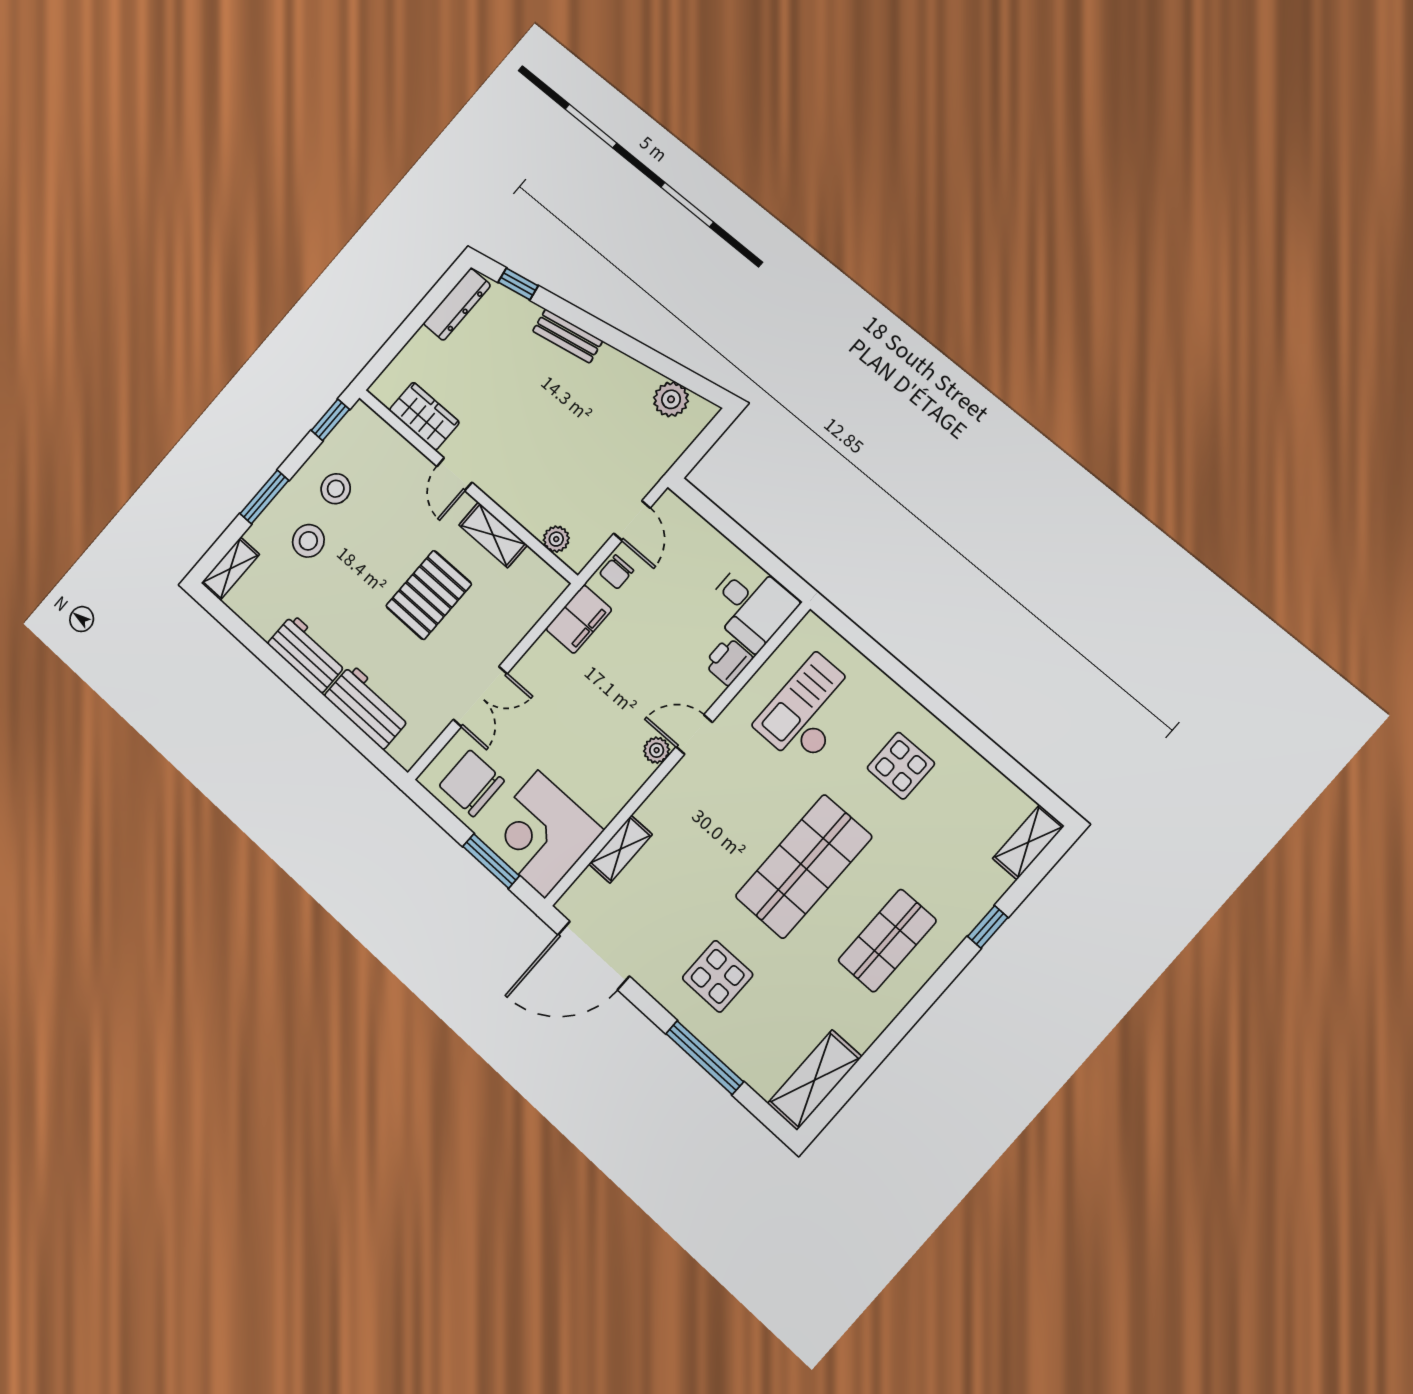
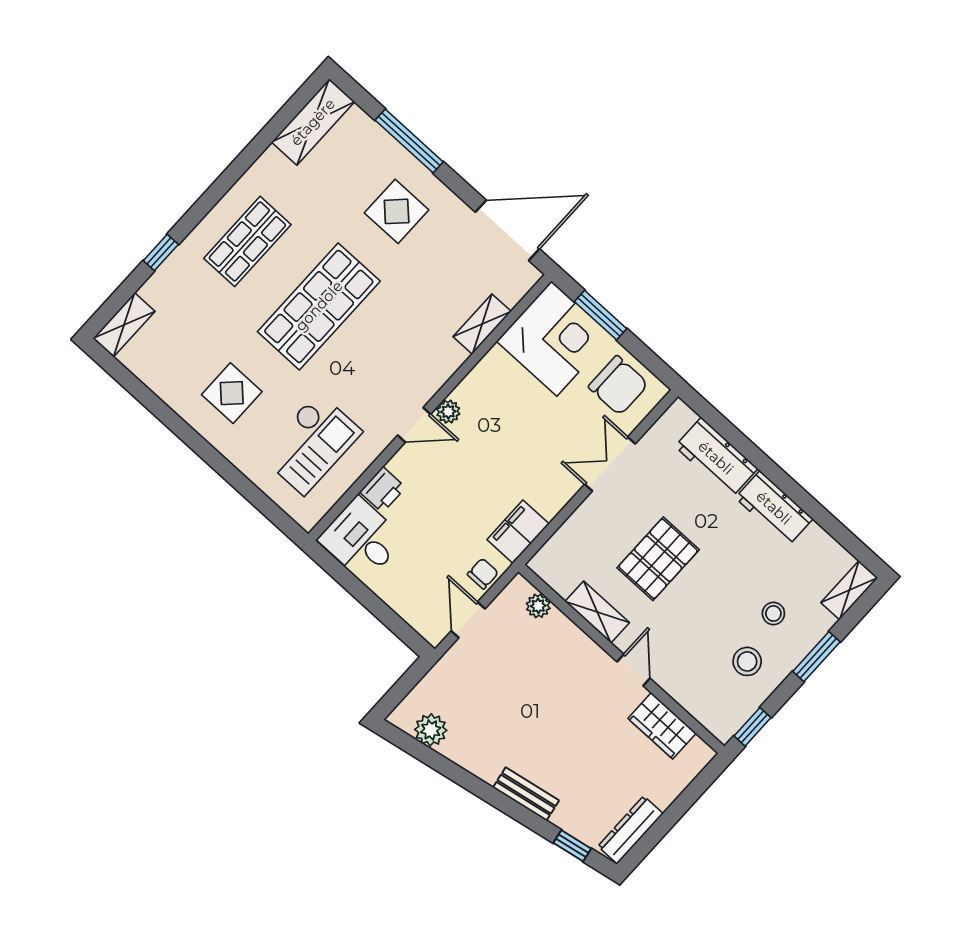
stool: (308, 541) -> (773, 613), width x0.73, depth x0.73

